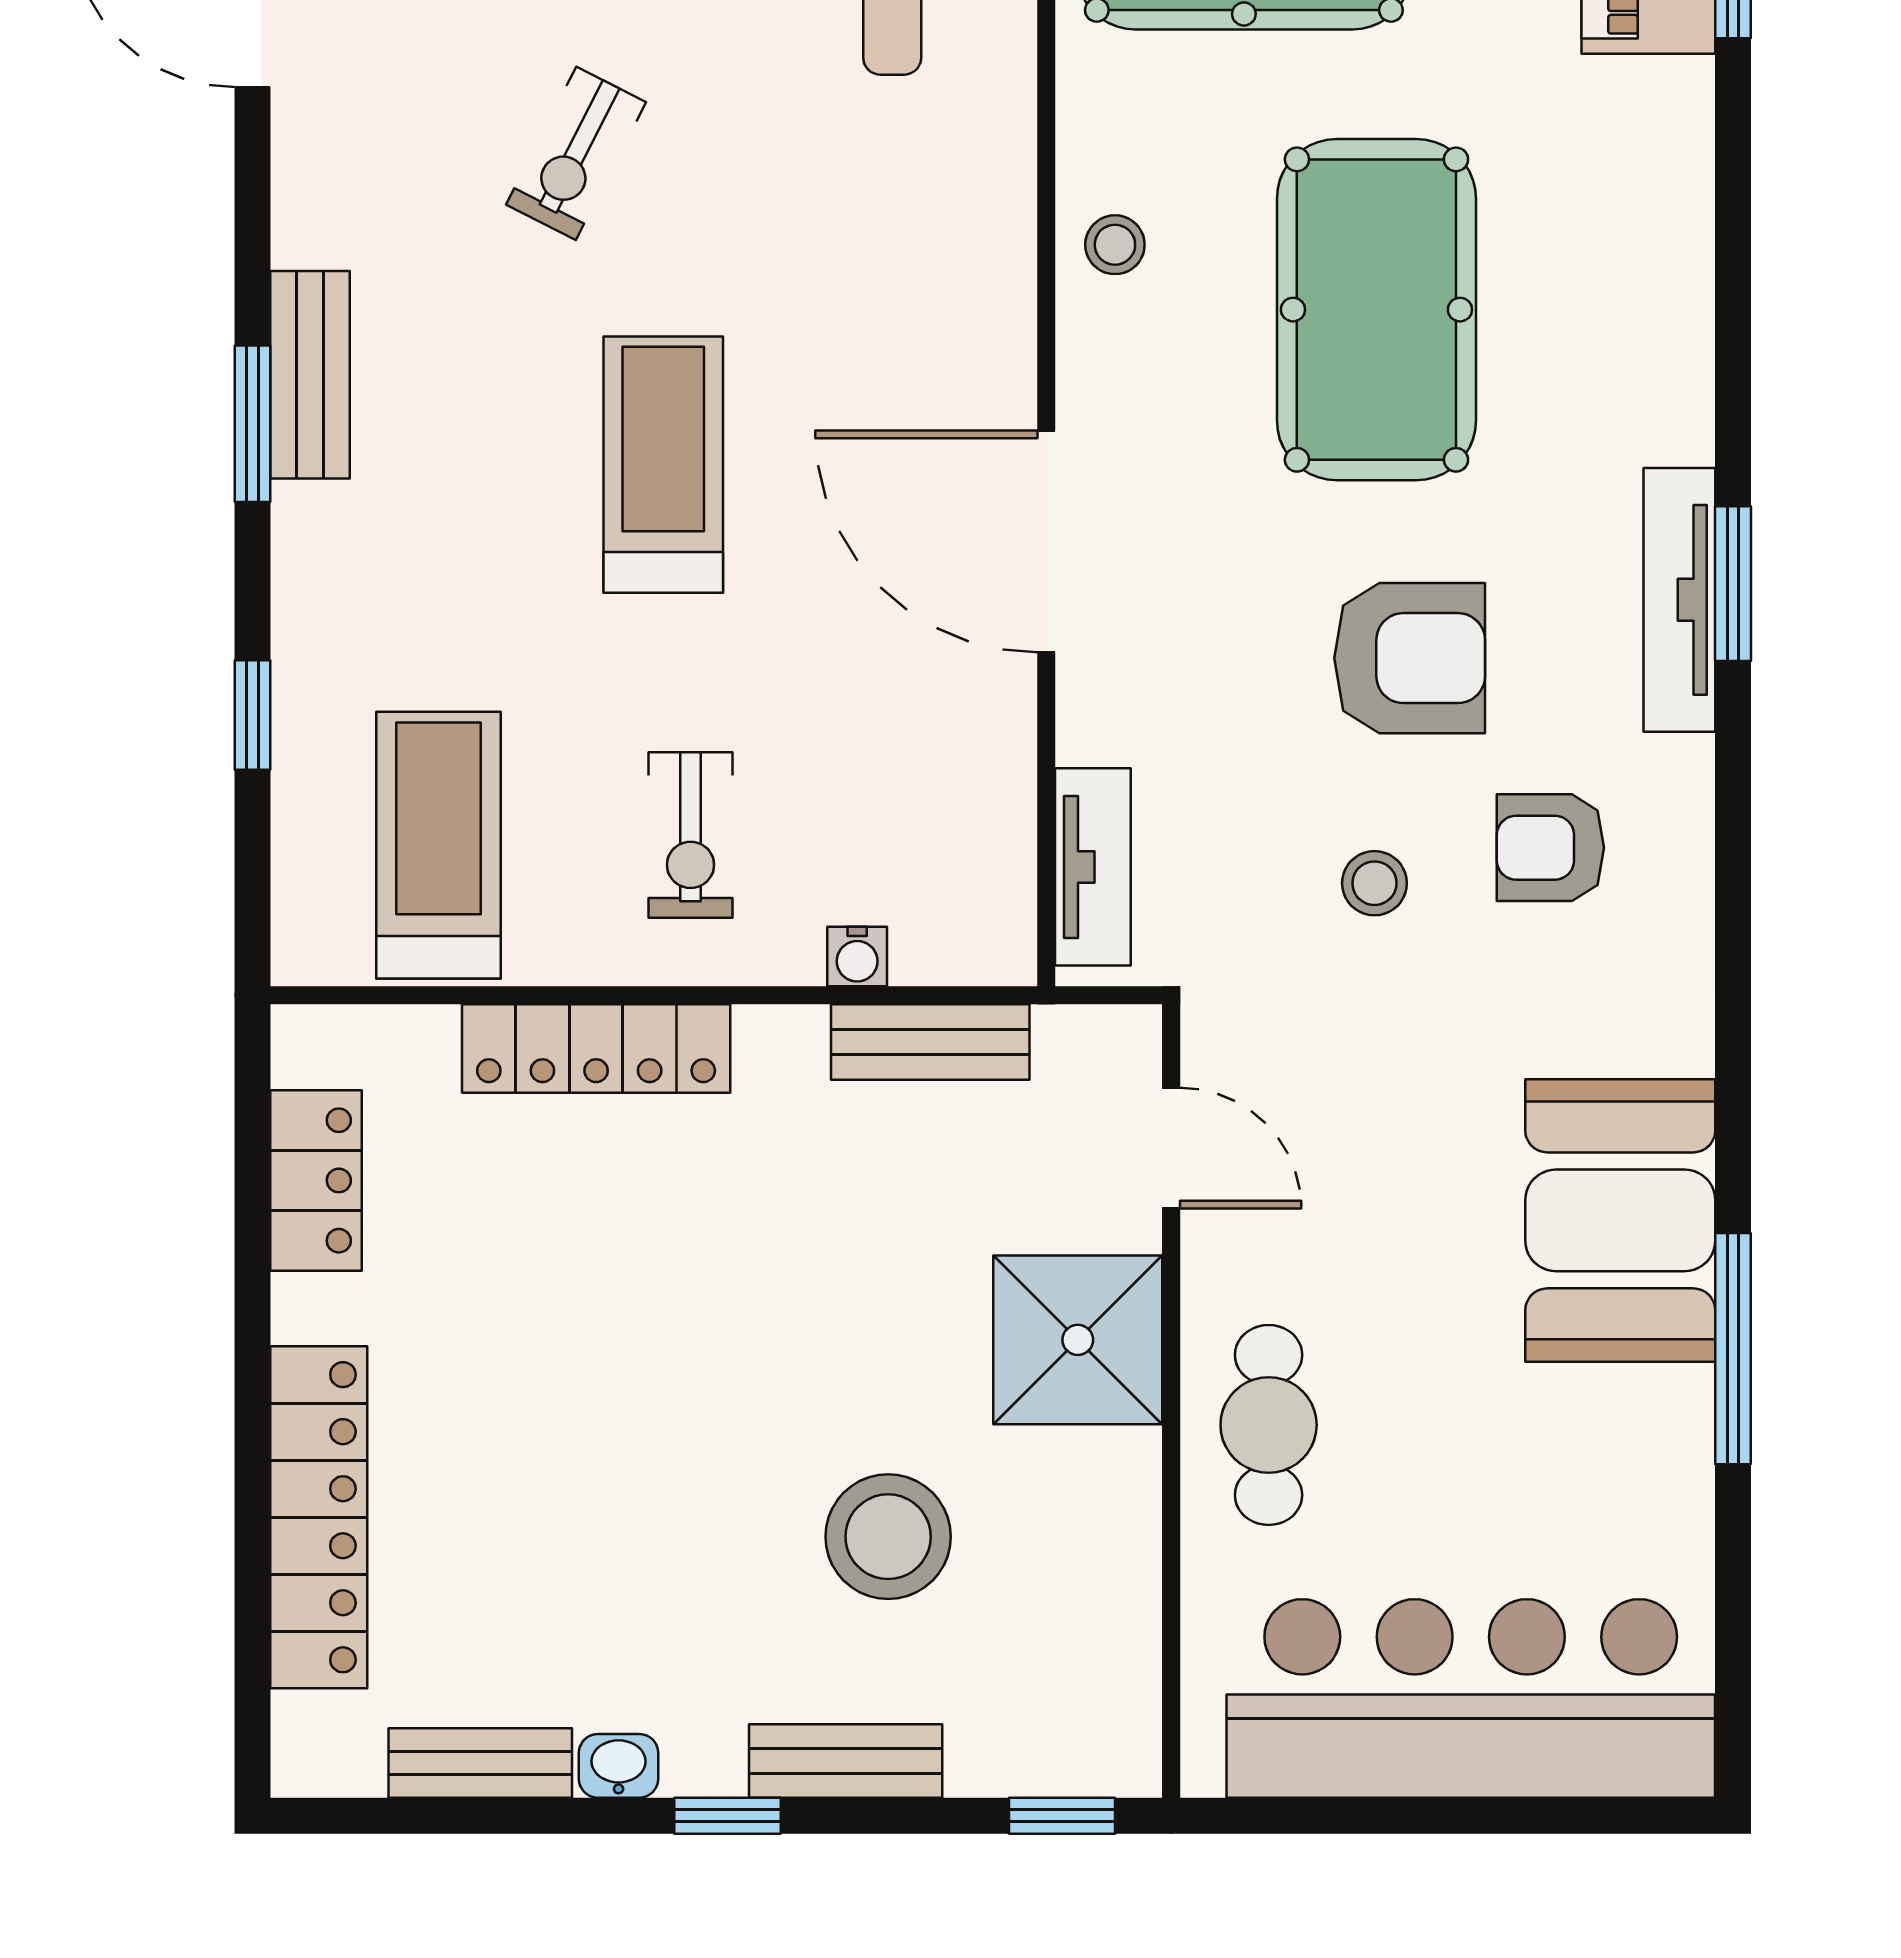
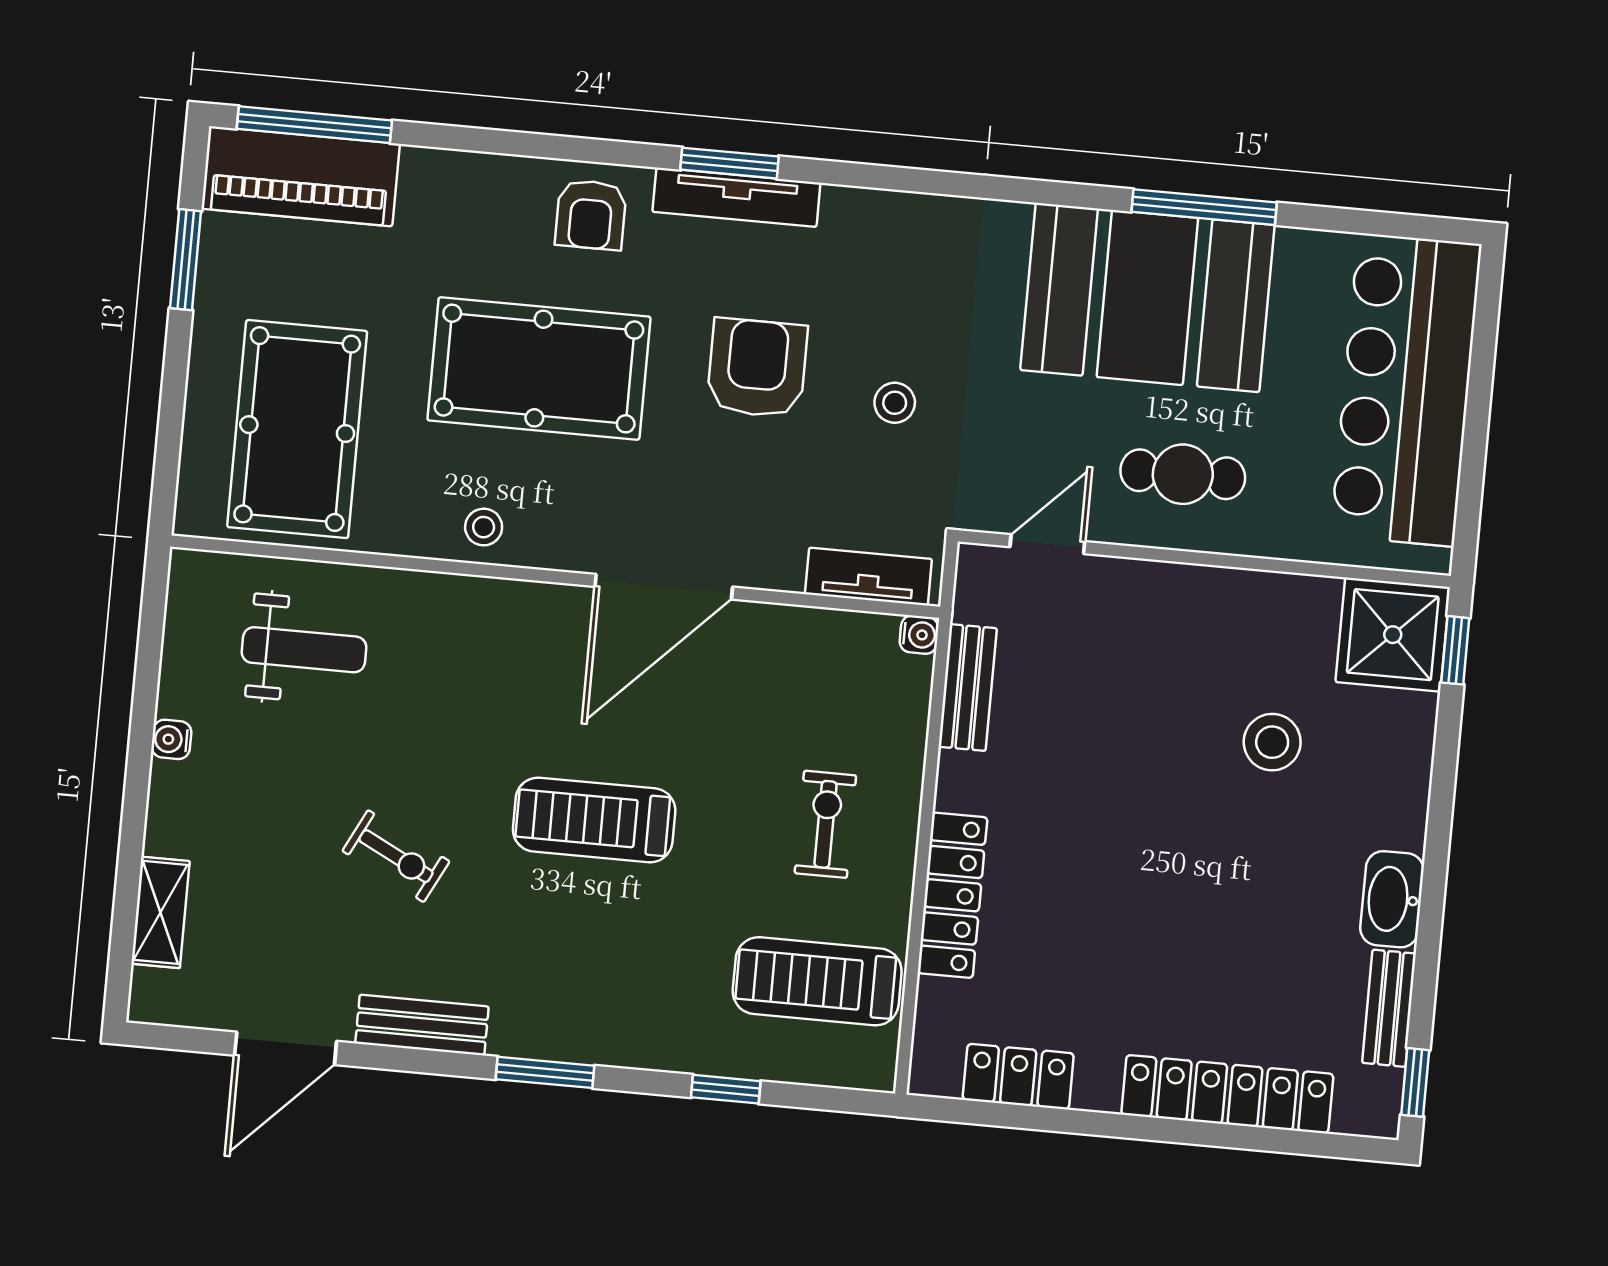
bench: (310, 375) -> (422, 1025), moved
exercise bike: (691, 835) -> (825, 824), turned -90
armchair: (1550, 848) -> (591, 215), moved
water cooler: (857, 956) -> (919, 635), moved
booth: (1620, 1220) -> (1147, 297), width x1.36, depth x1.42
shower: (1078, 1340) -> (1393, 635), moved
cafe table: (1269, 1425) -> (1183, 474), moved
stool: (888, 1537) -> (1272, 742), width x0.73, depth x0.73
bench: (846, 1761) -> (1409, 781), removed
washbasin: (619, 1766) -> (1392, 899), width x1.91, depth x1.45
window: (727, 1816) -> (1415, 1082), moved

